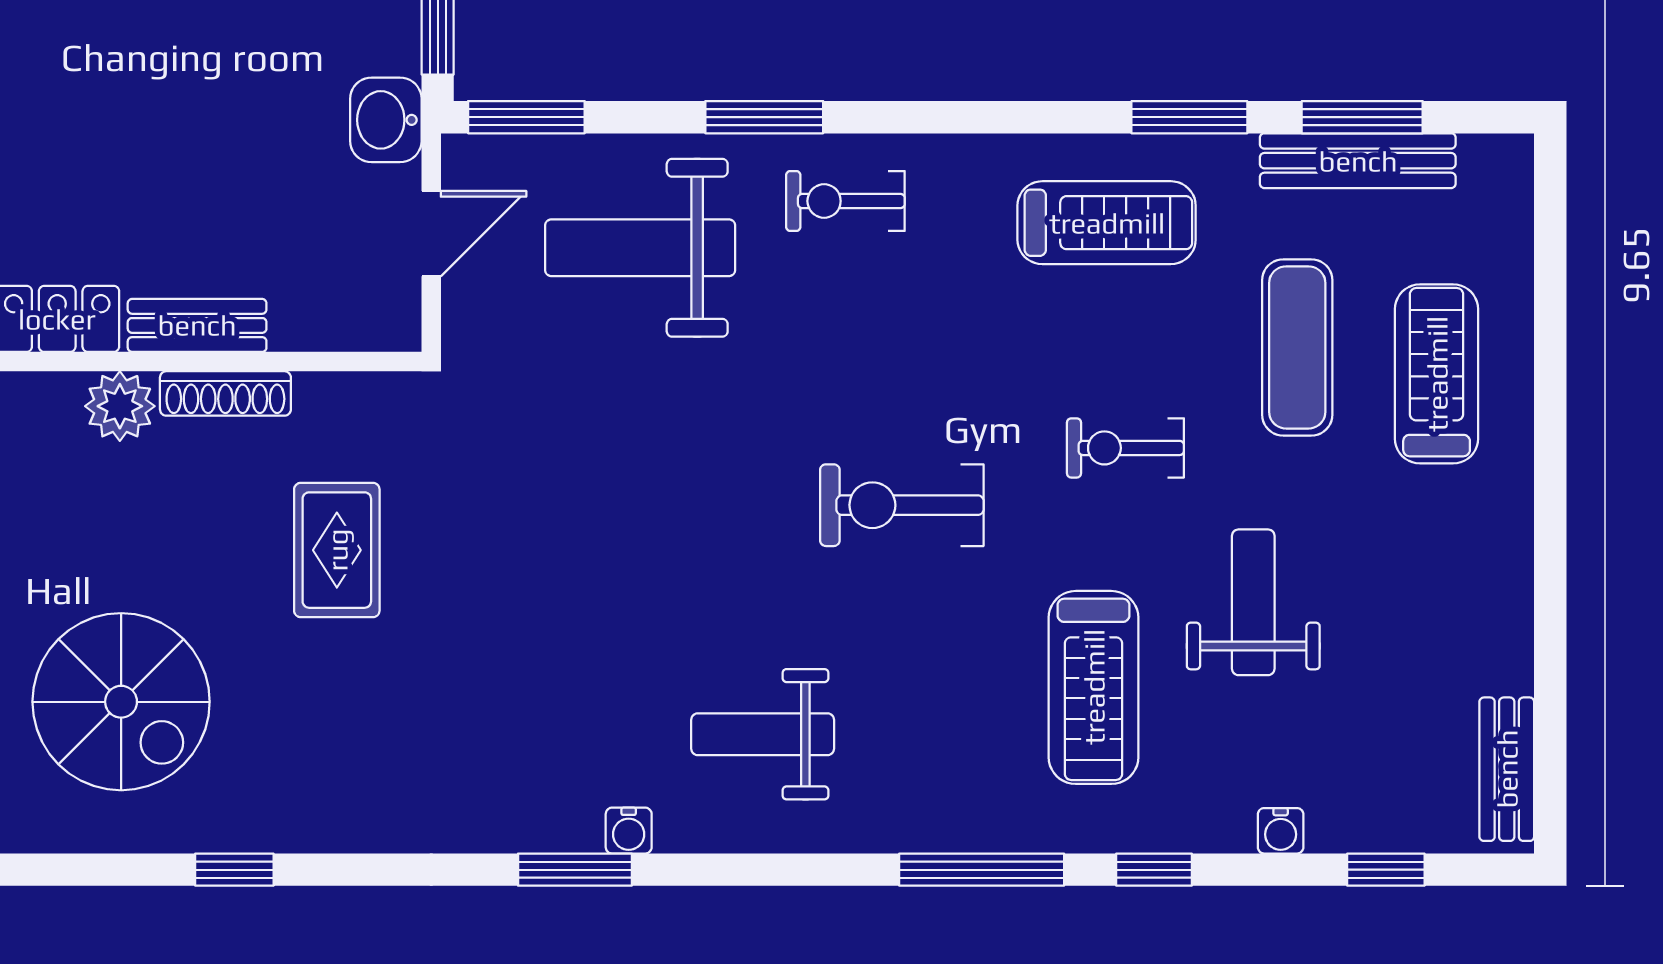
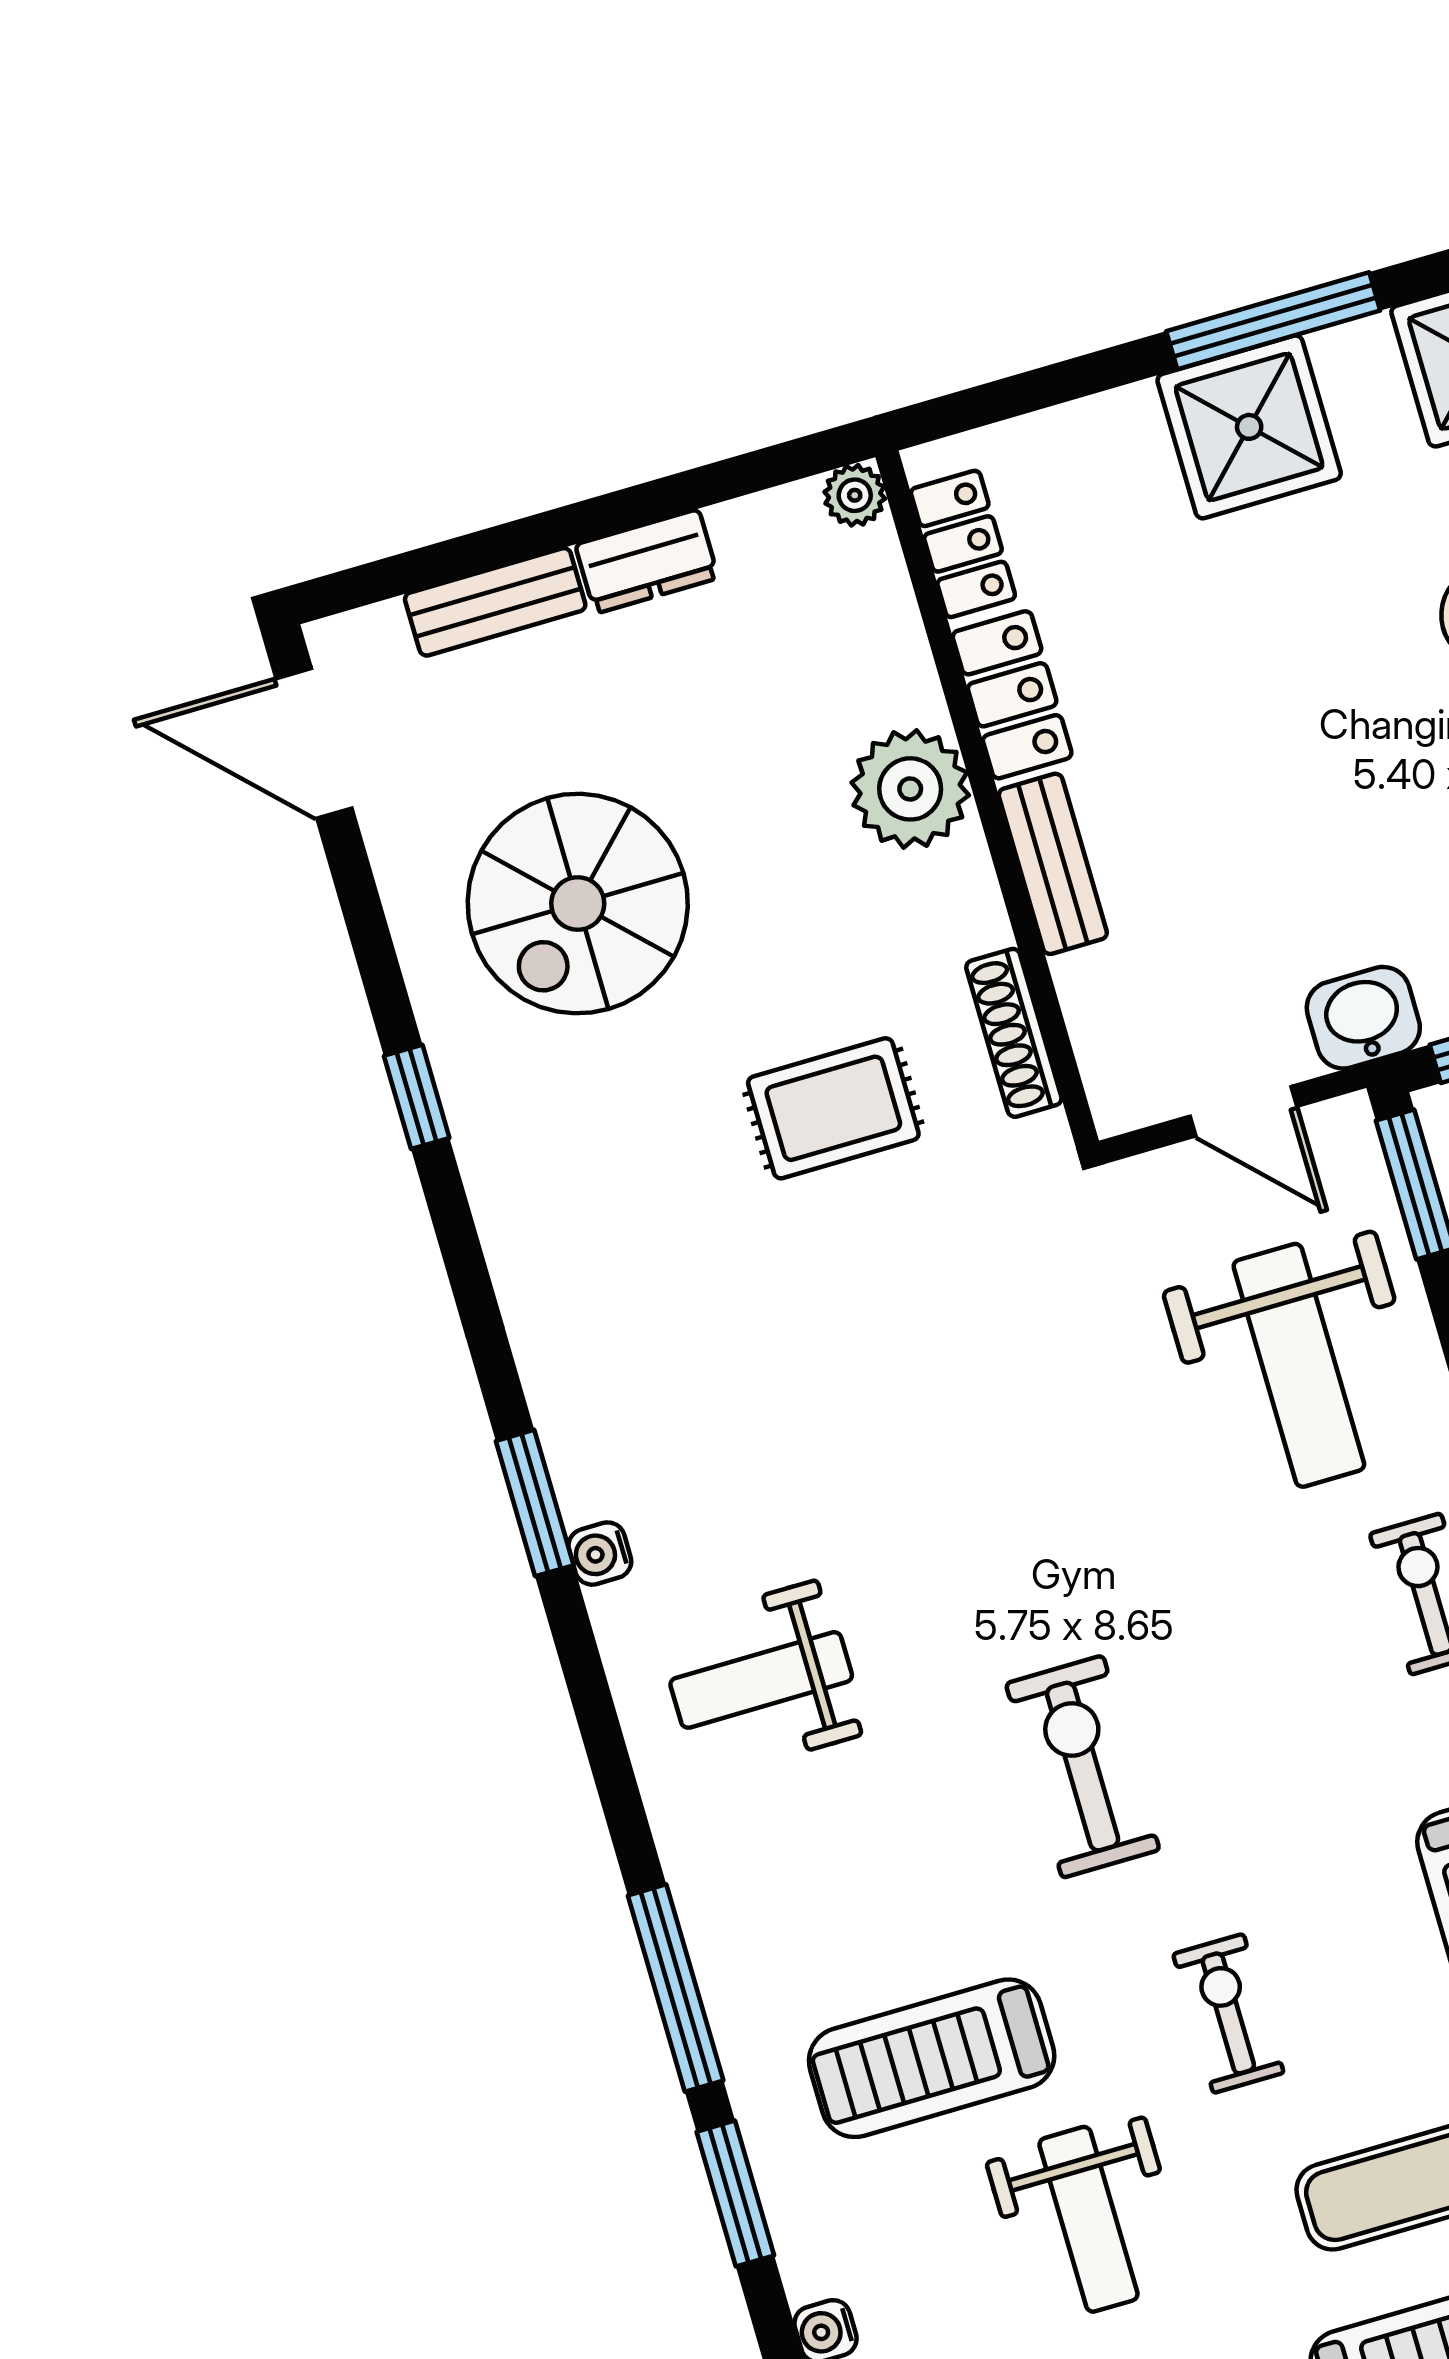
weight bench: (640, 248) -> (1299, 1365), turned 180
shoe rack: (225, 393) -> (1014, 1033), moved
plant: (120, 406) -> (910, 789), width x1.36, depth x1.36
weight bench: (1253, 602) -> (1089, 2219), turned 90
weight bench: (763, 734) -> (761, 1680), turned -90
window: (1154, 870) -> (735, 2194), width x1.50

